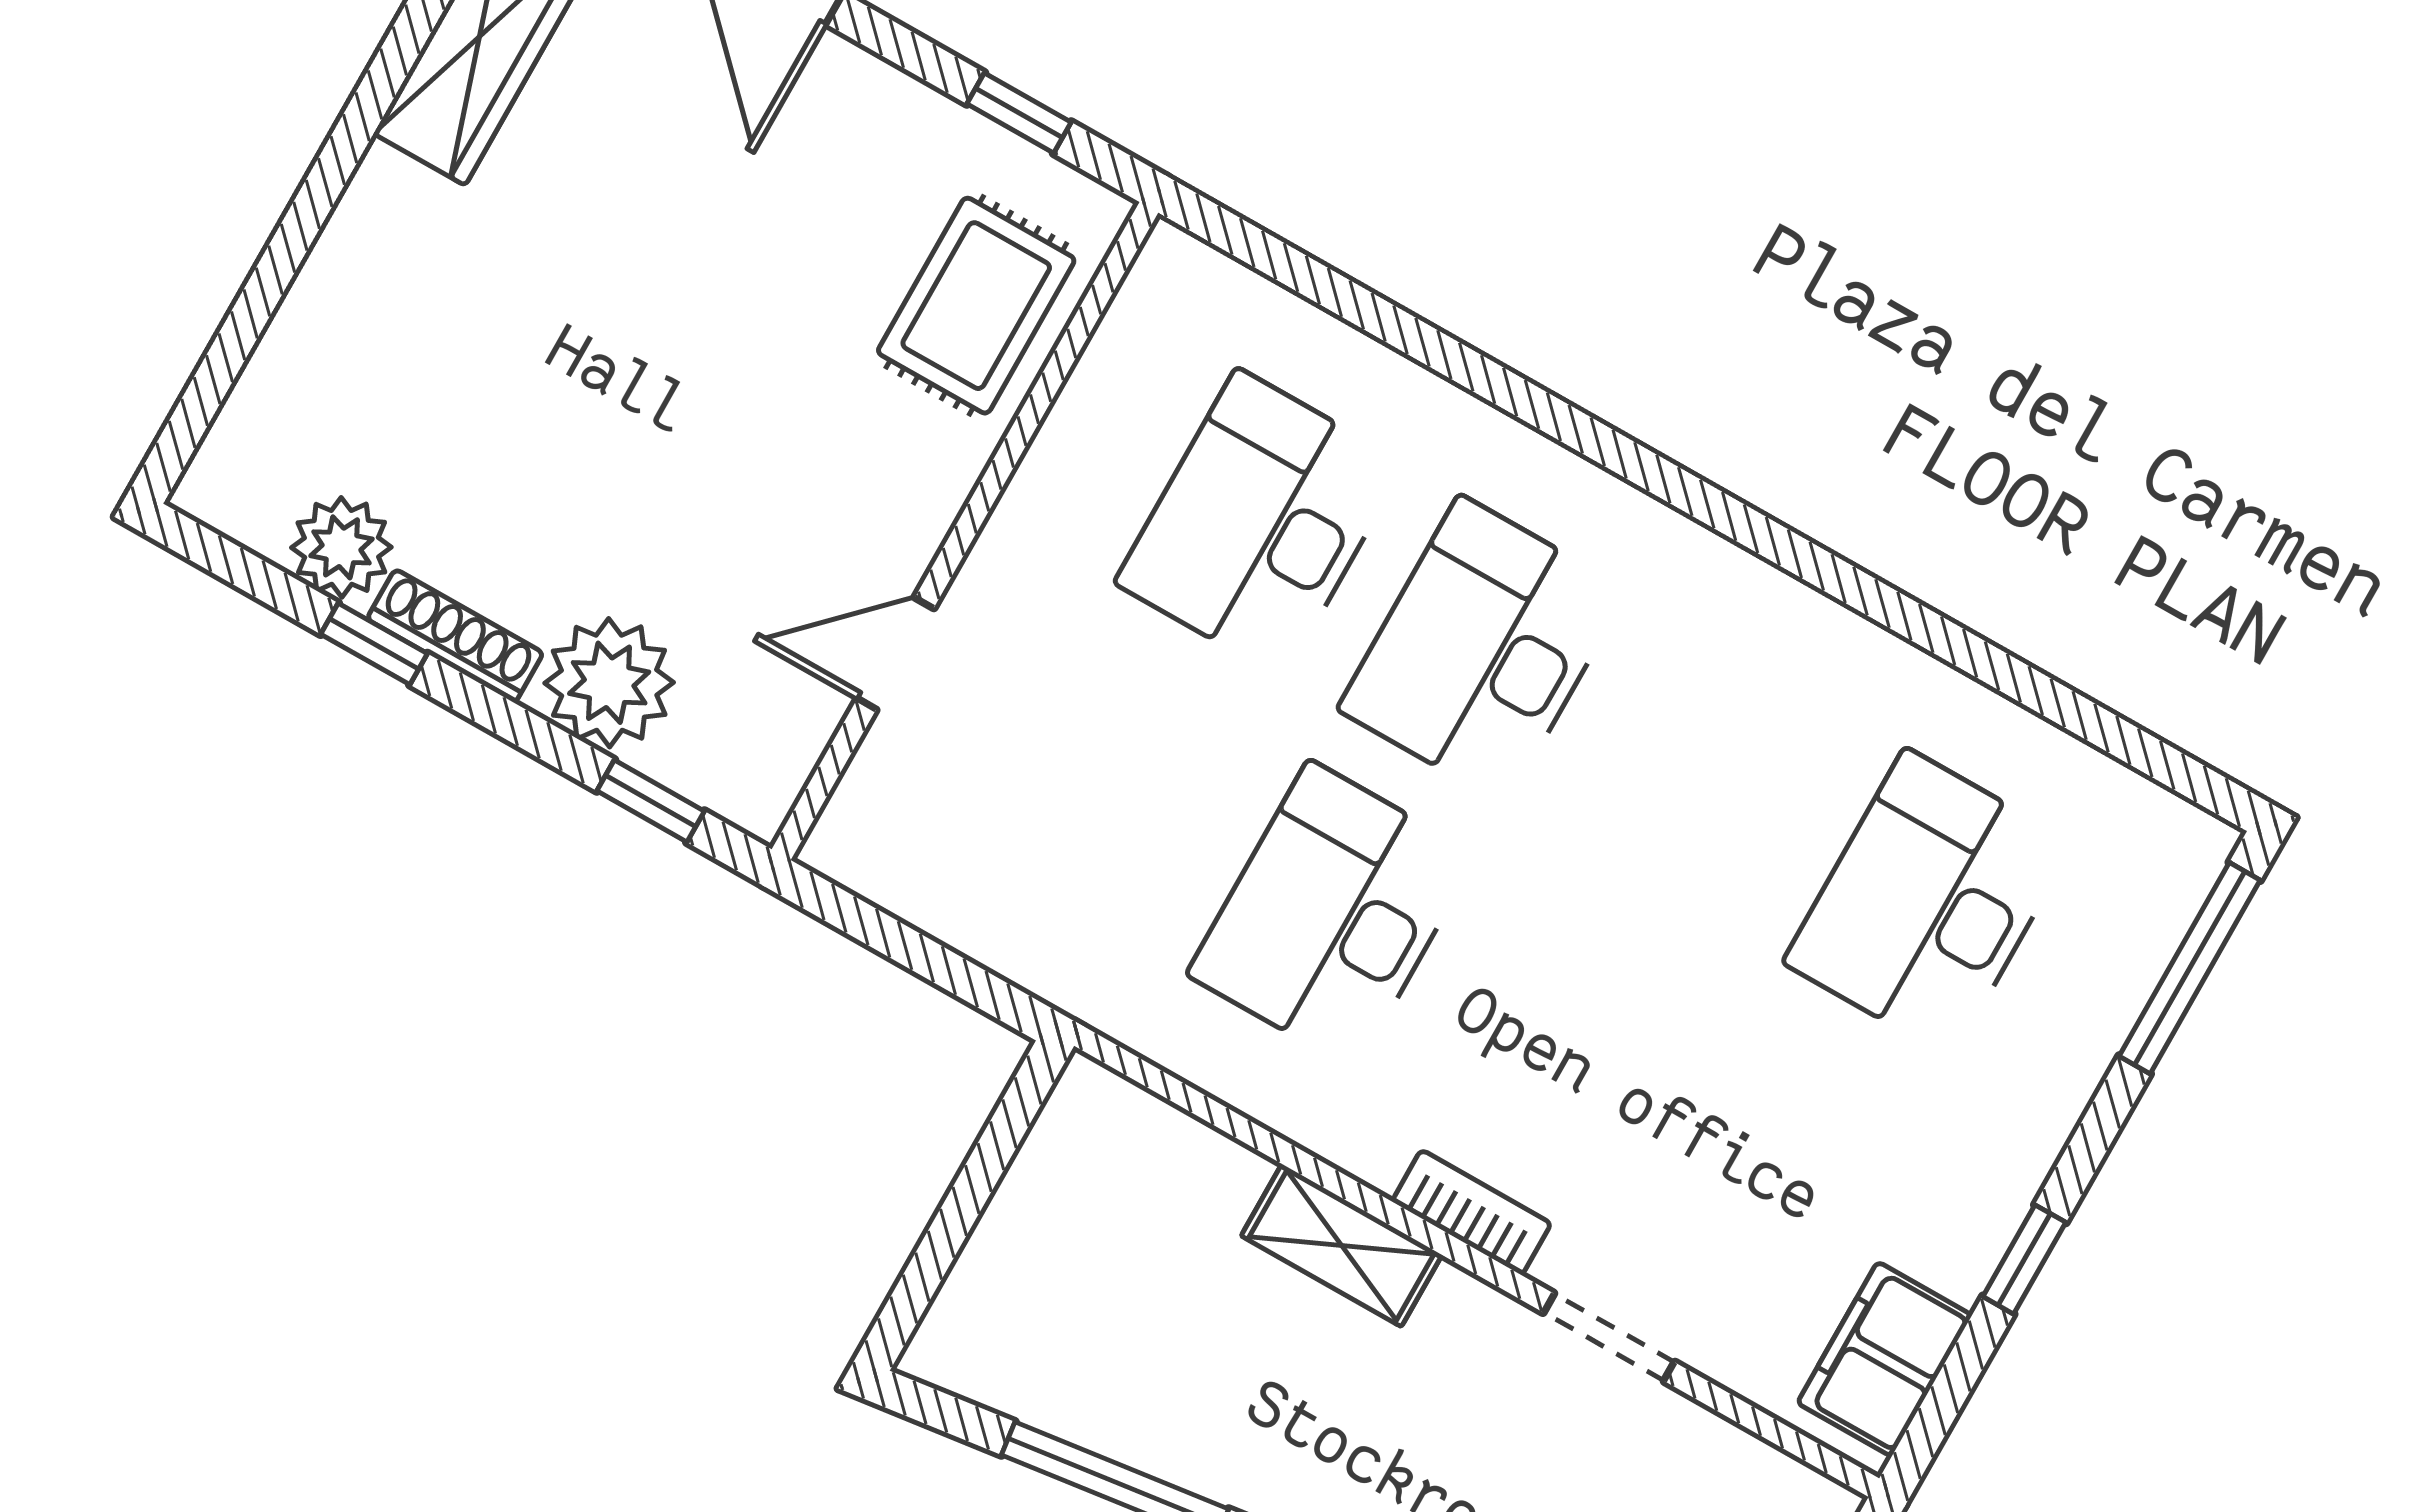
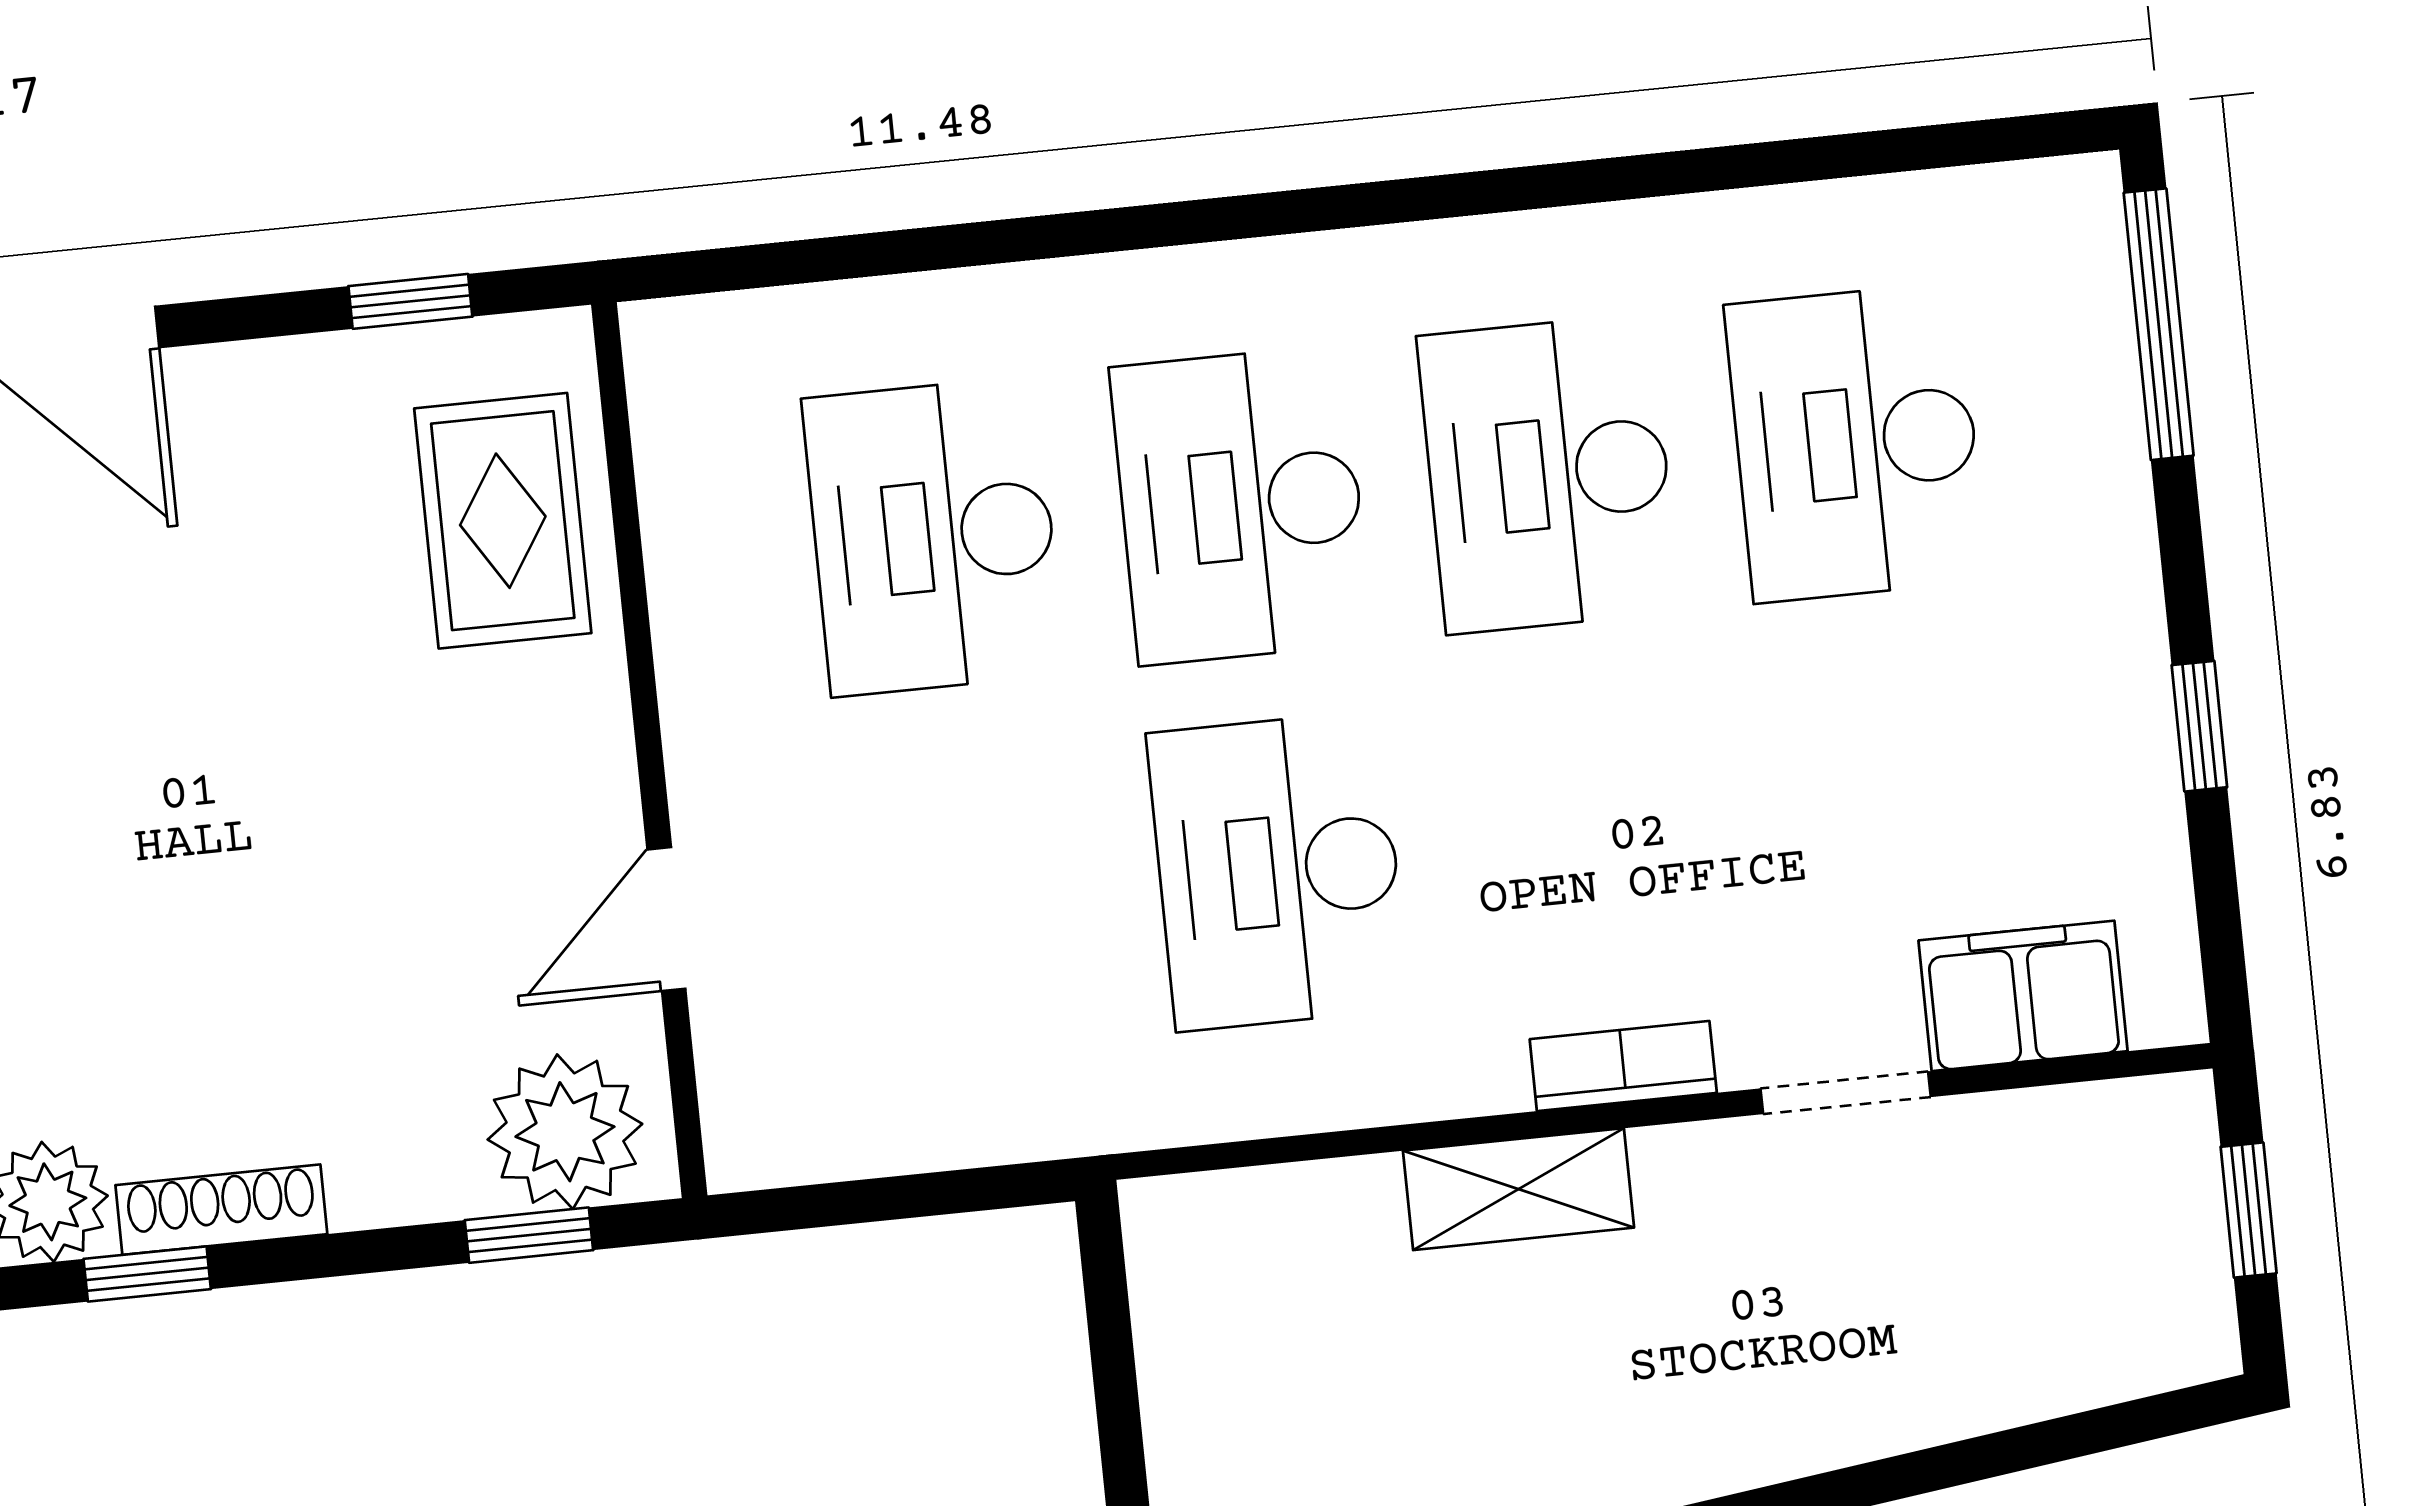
plant: (609, 683) -> (565, 1132), moved
desk: (1705, 776) -> (1549, 474), added
filing cabinet: (1885, 1359) -> (2023, 996), moved, turned 90

